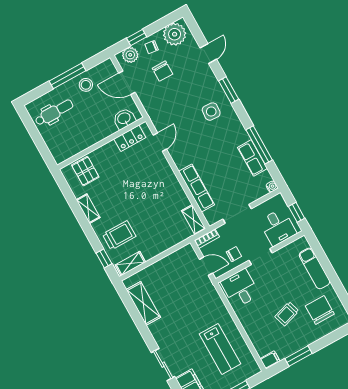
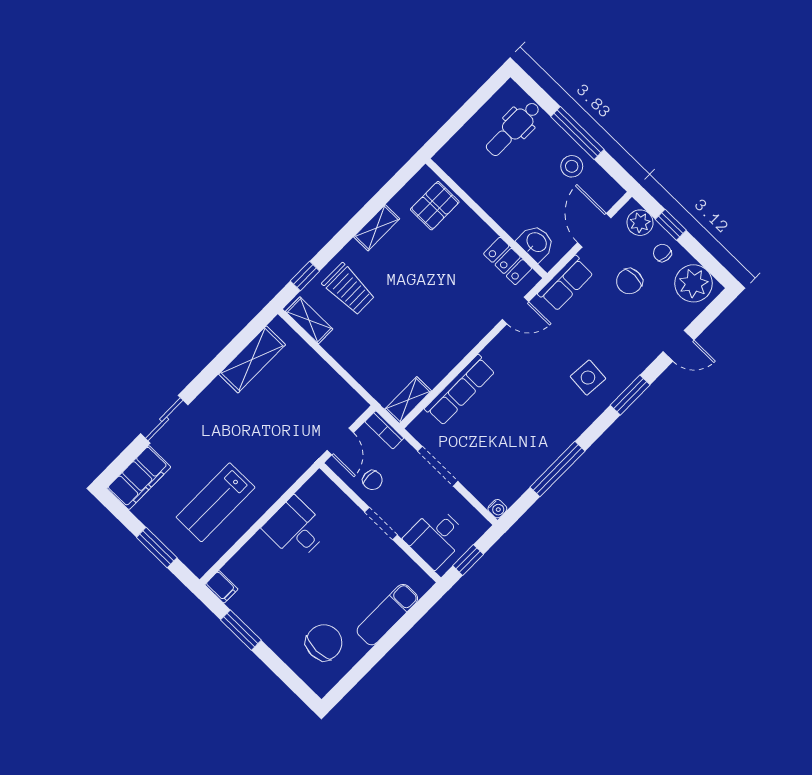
dental chair: (54, 112) -> (513, 129), turned 90
row of seats: (252, 158) -> (566, 283), moved, turned 180
desk: (240, 288) -> (296, 529), moved, turned -90
trolley: (287, 314) -> (303, 592), removed

